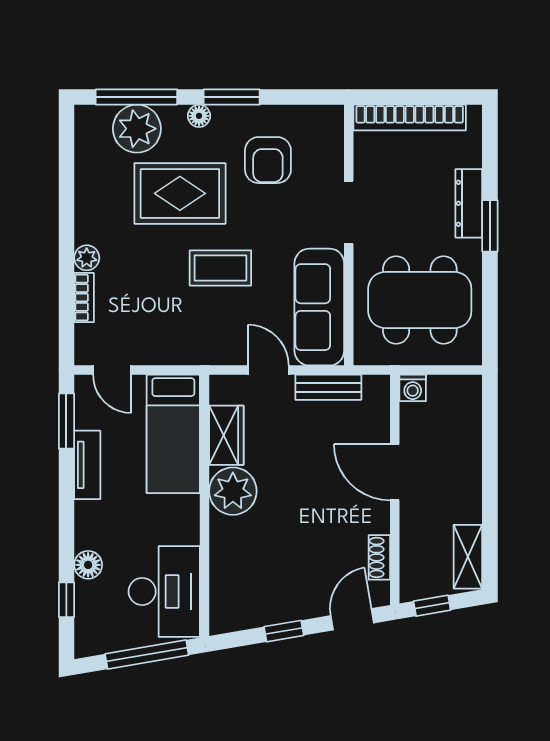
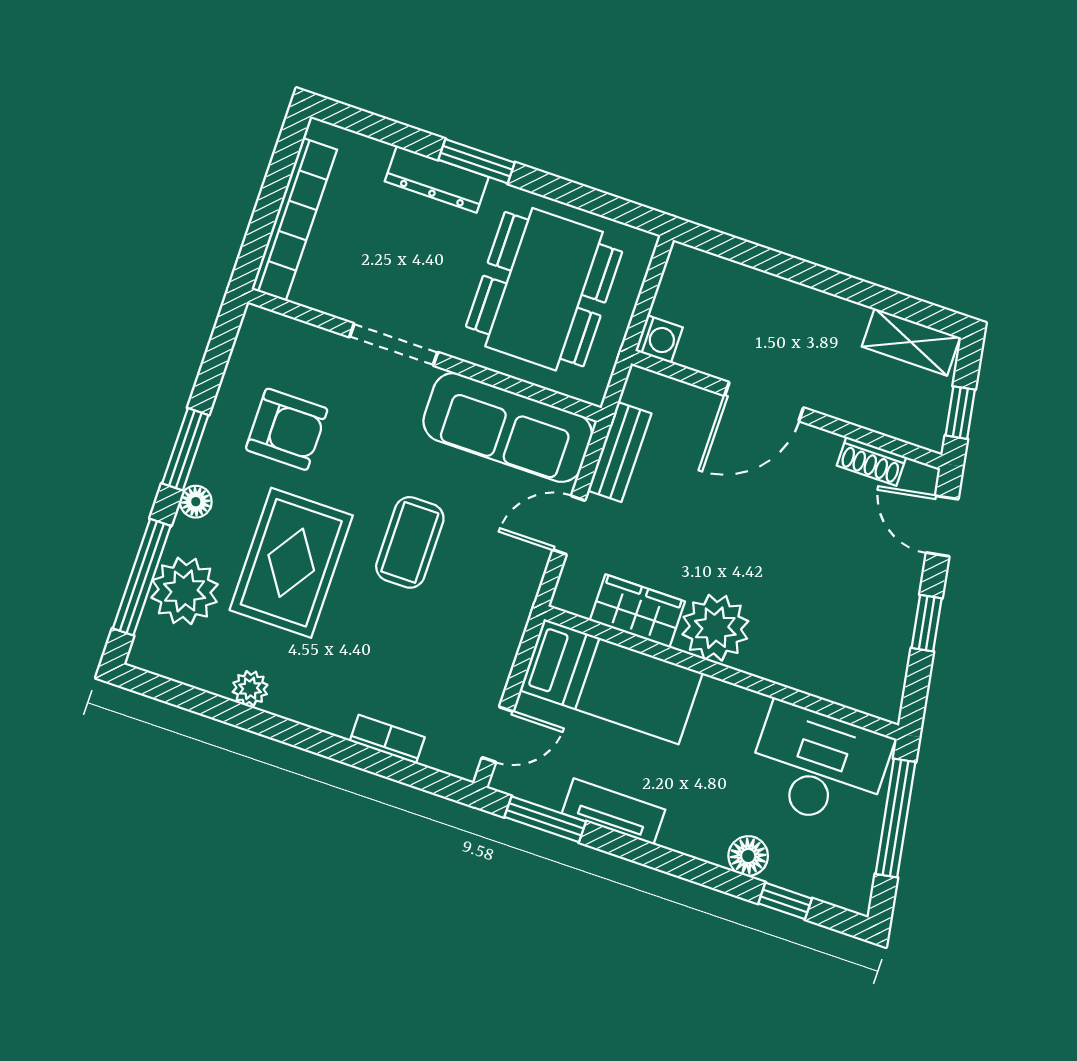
plant: (87, 258) -> (250, 688), moved

